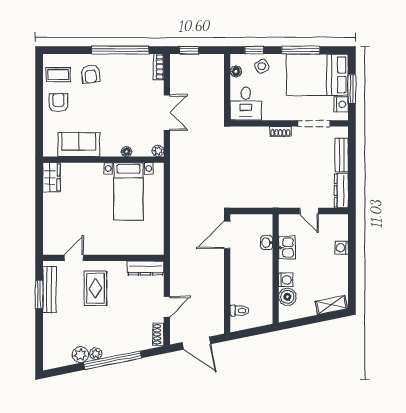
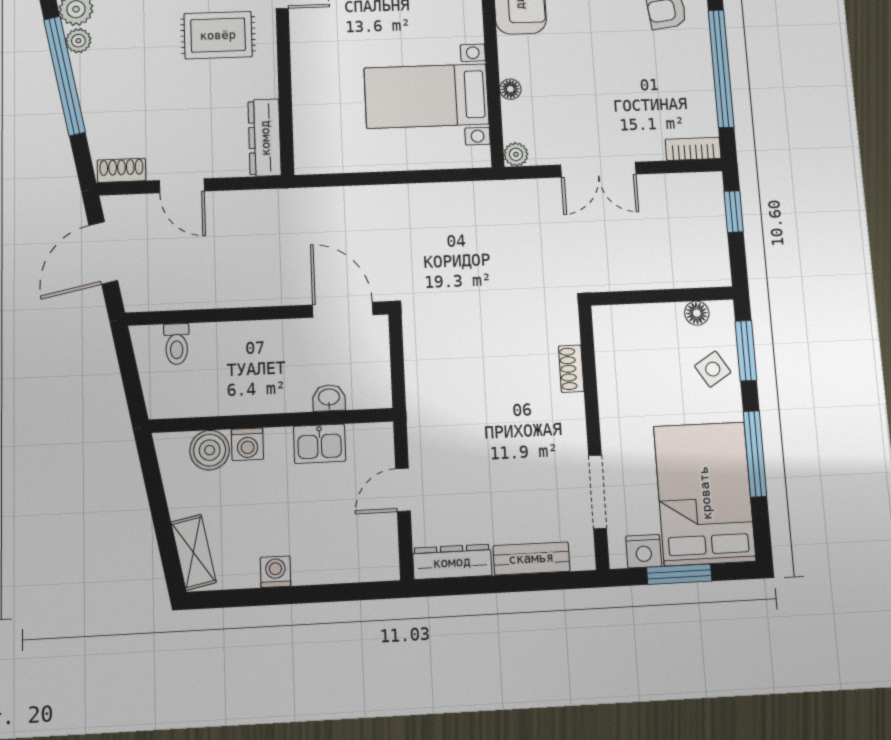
window: (254, 50) -> (746, 351), width x1.50
desk: (246, 104) -> (630, 338), removed
shoe rack: (280, 132) -> (571, 369), moved
washing machine: (342, 248) -> (275, 572), moved

